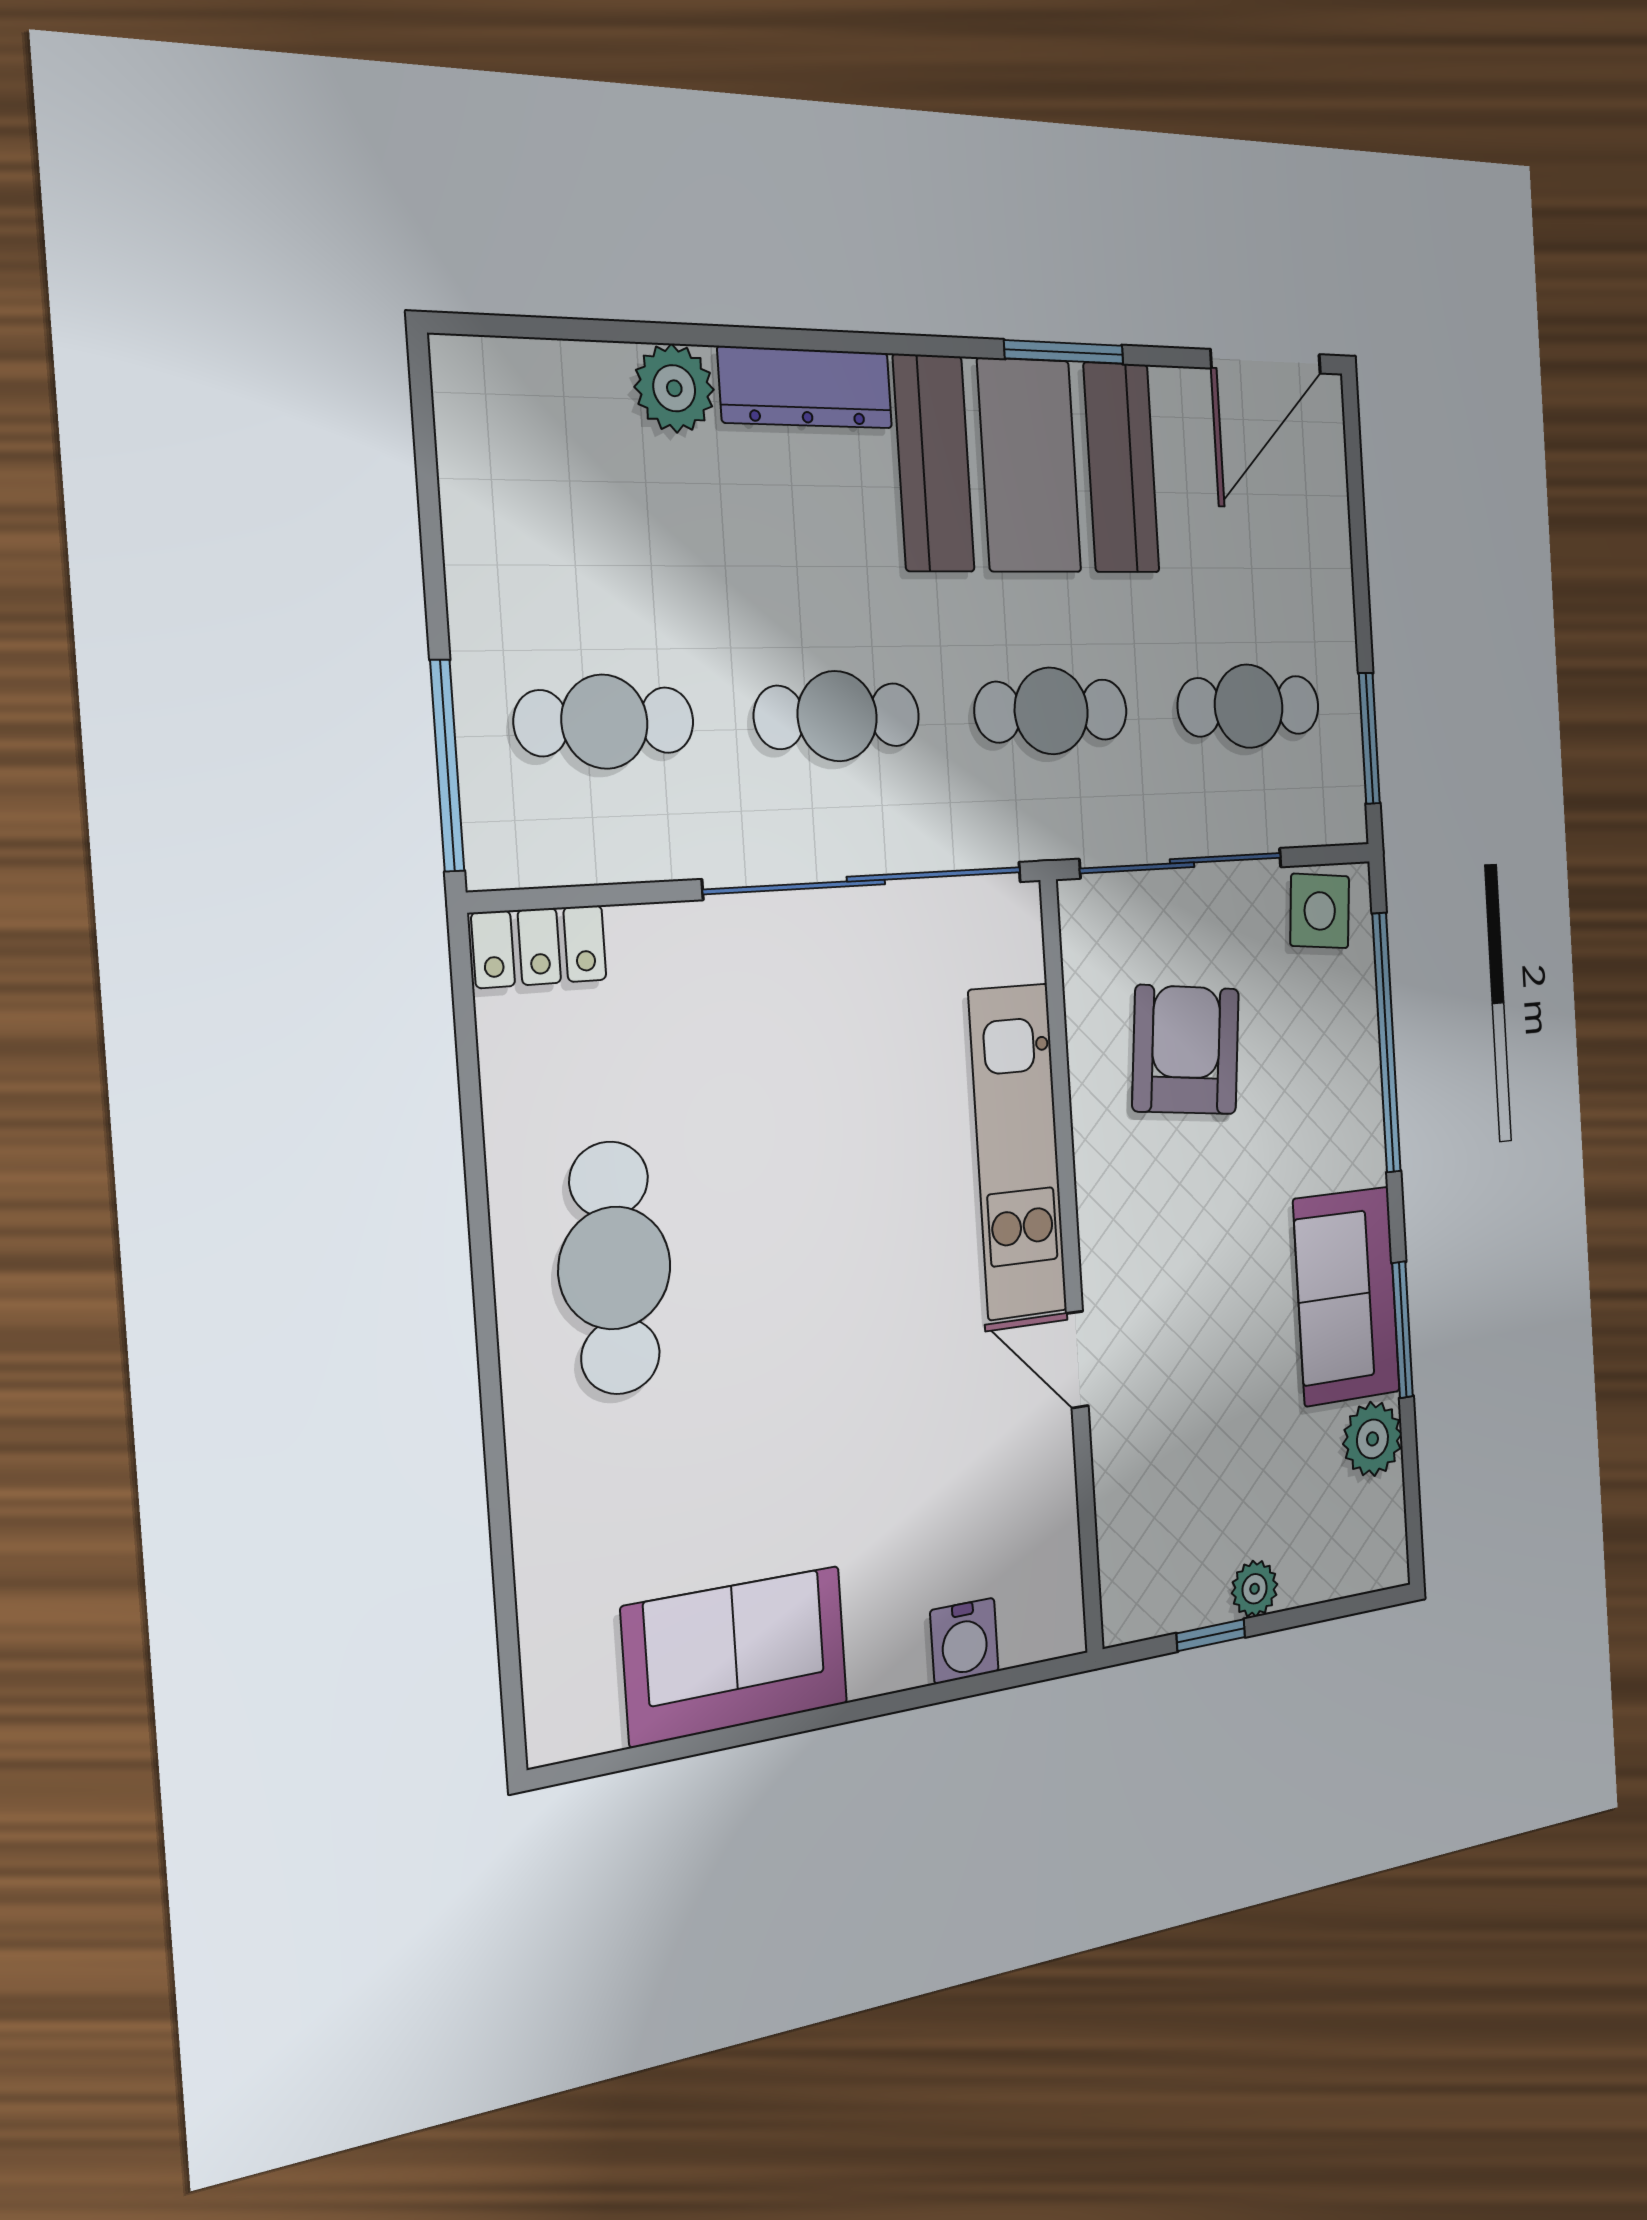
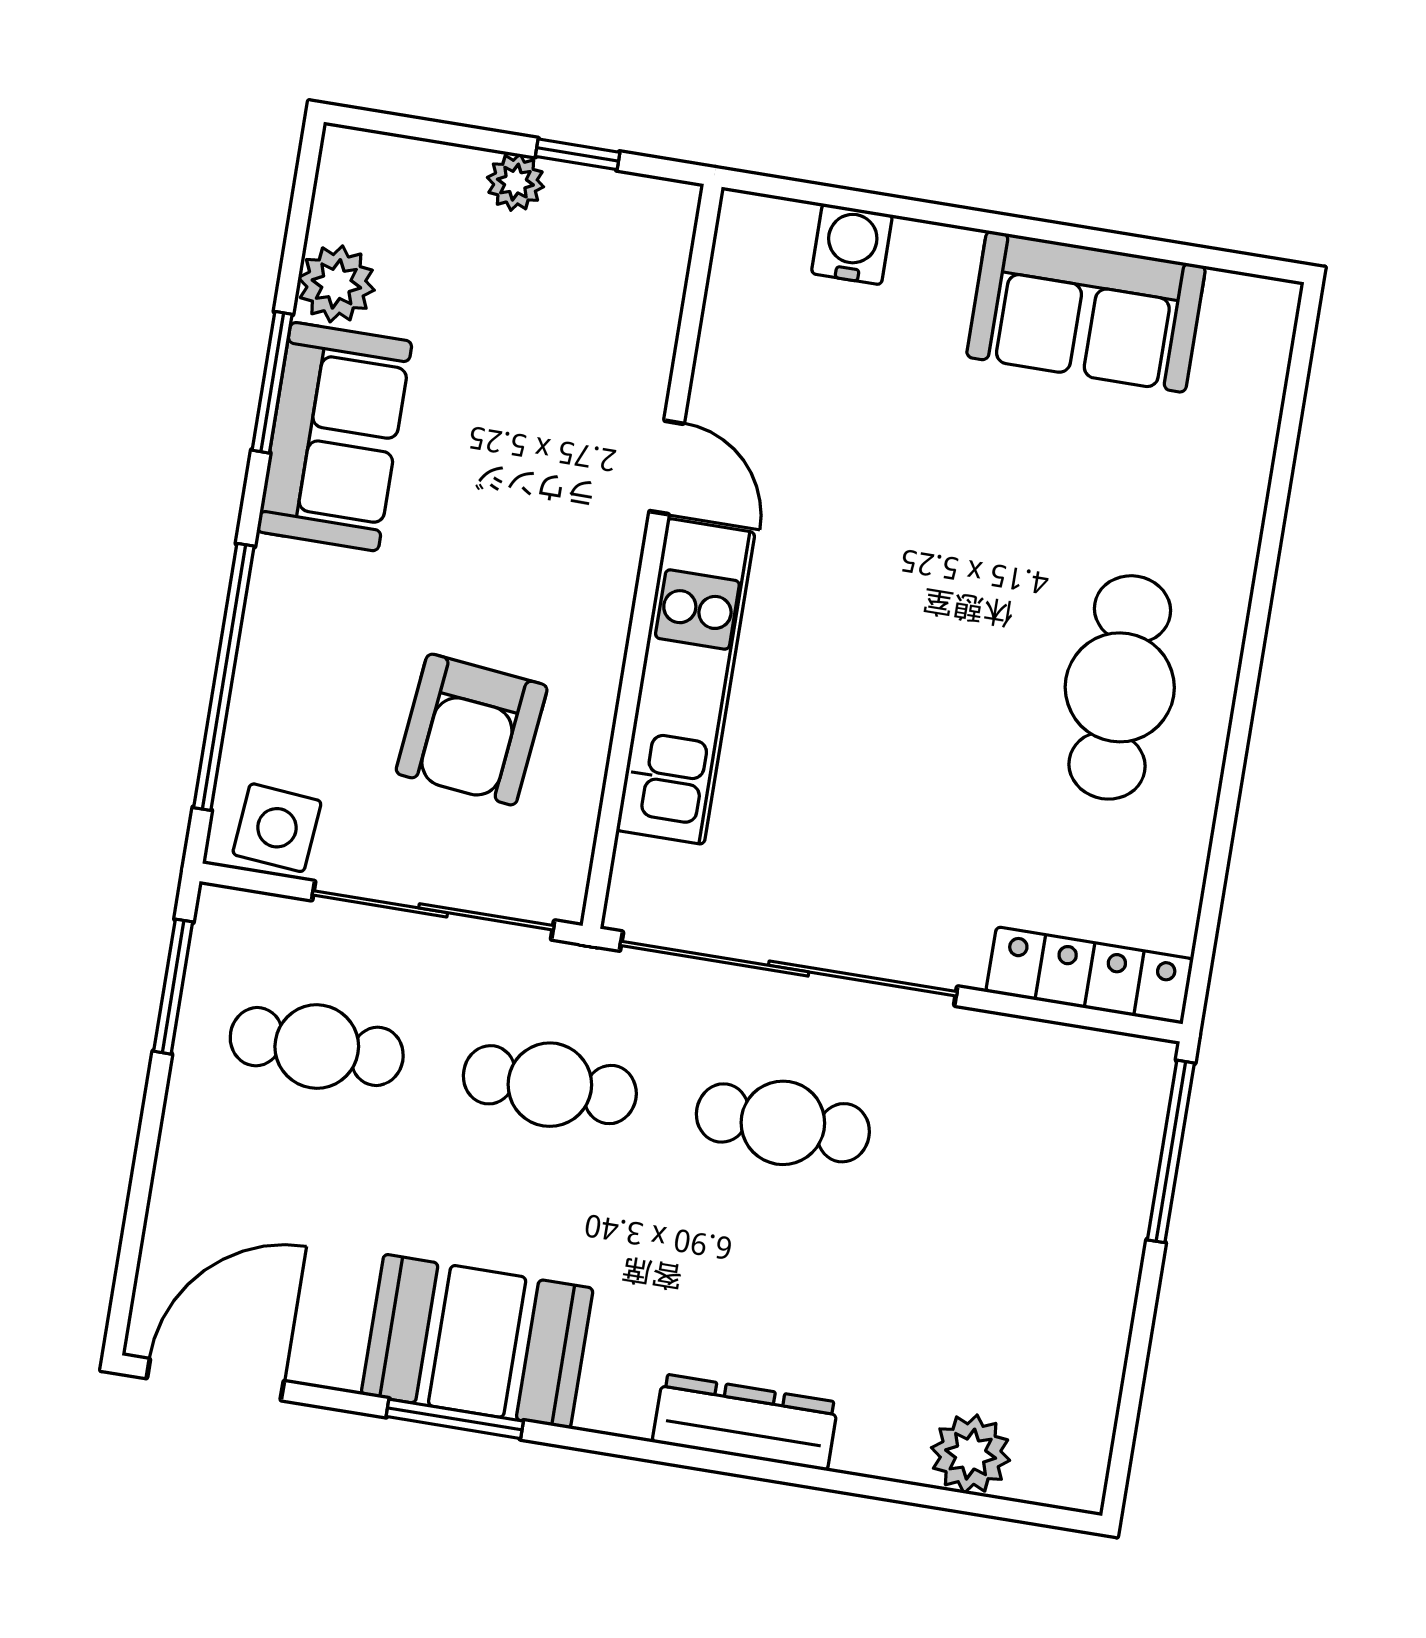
plant: (674, 388) -> (971, 1454), moved
booth: (1029, 466) -> (477, 1341), width x0.73, depth x0.70
cafe table: (605, 722) -> (1016, 1161), removed
locker: (539, 947) -> (1090, 975), width x1.53

